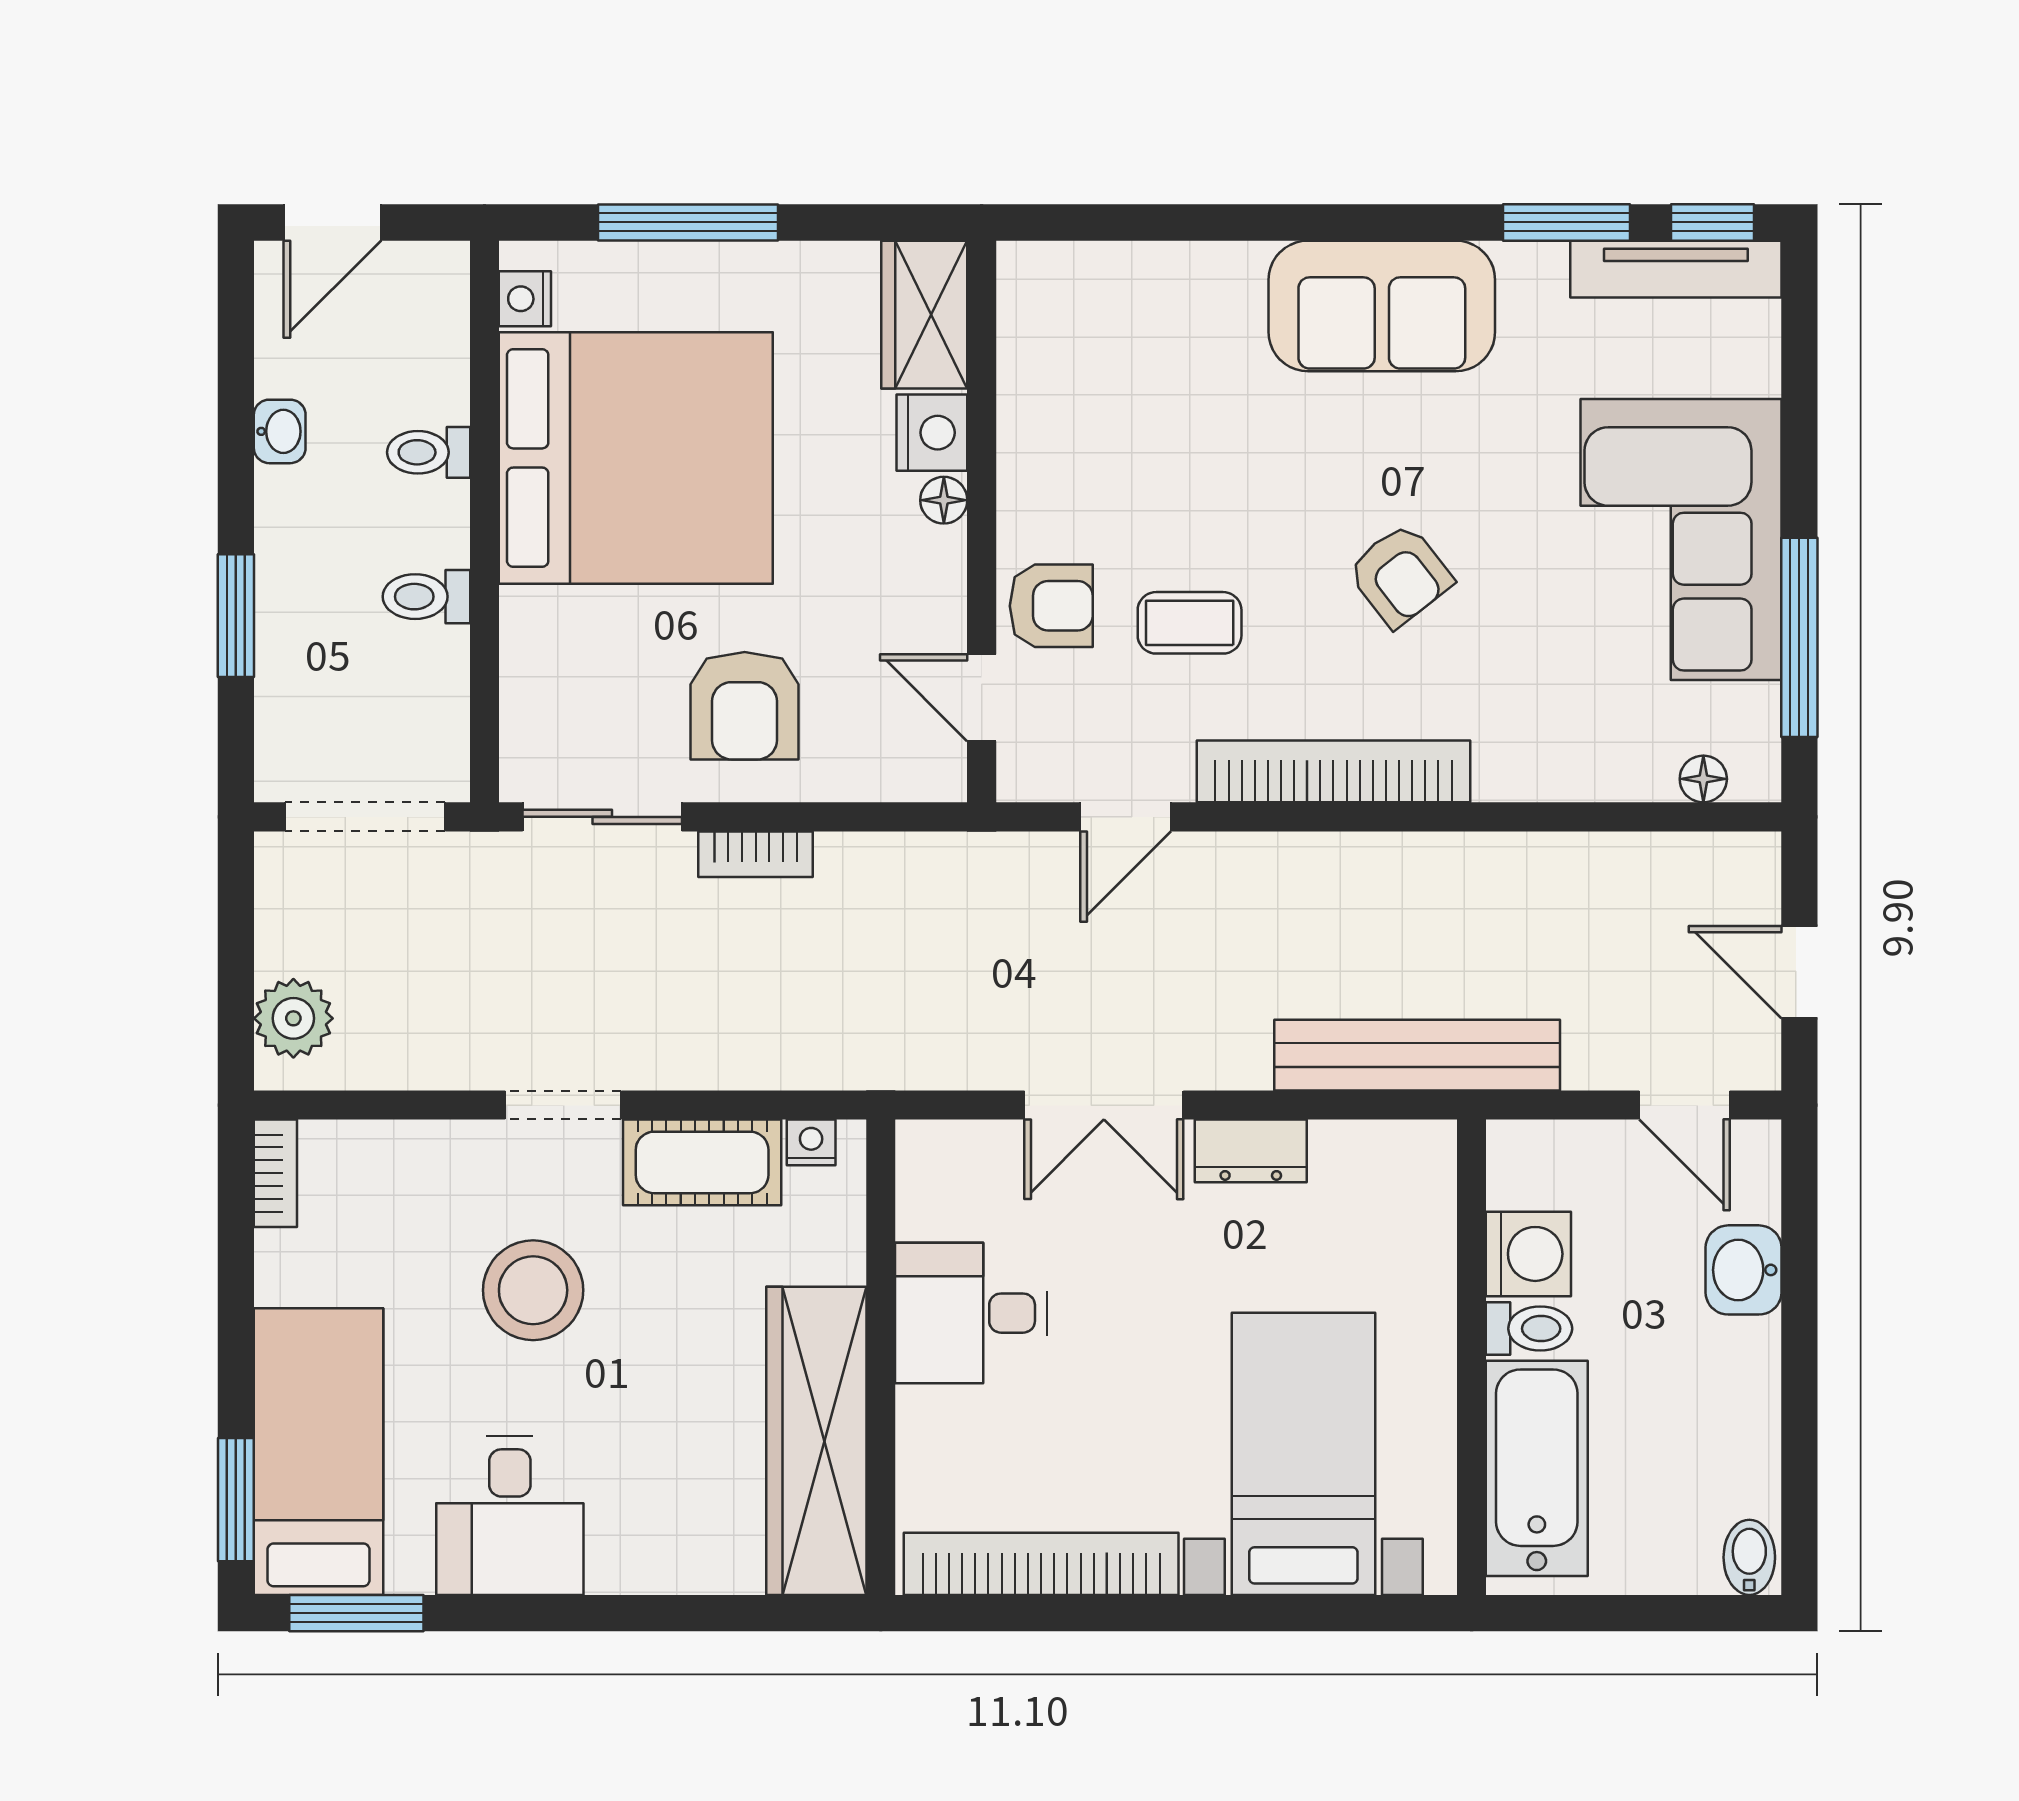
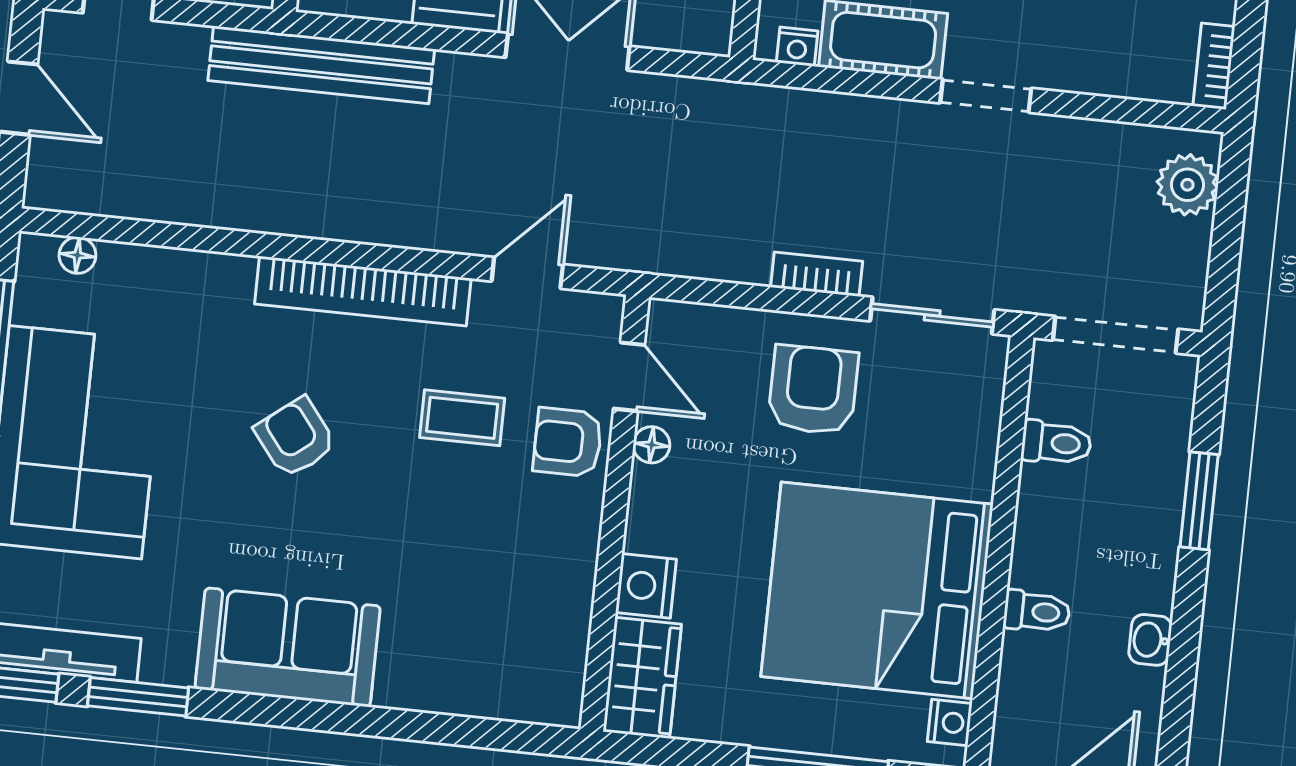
floor lamp: (944, 500) -> (652, 445), moved
toilet: (426, 597) -> (1056, 443), moved

